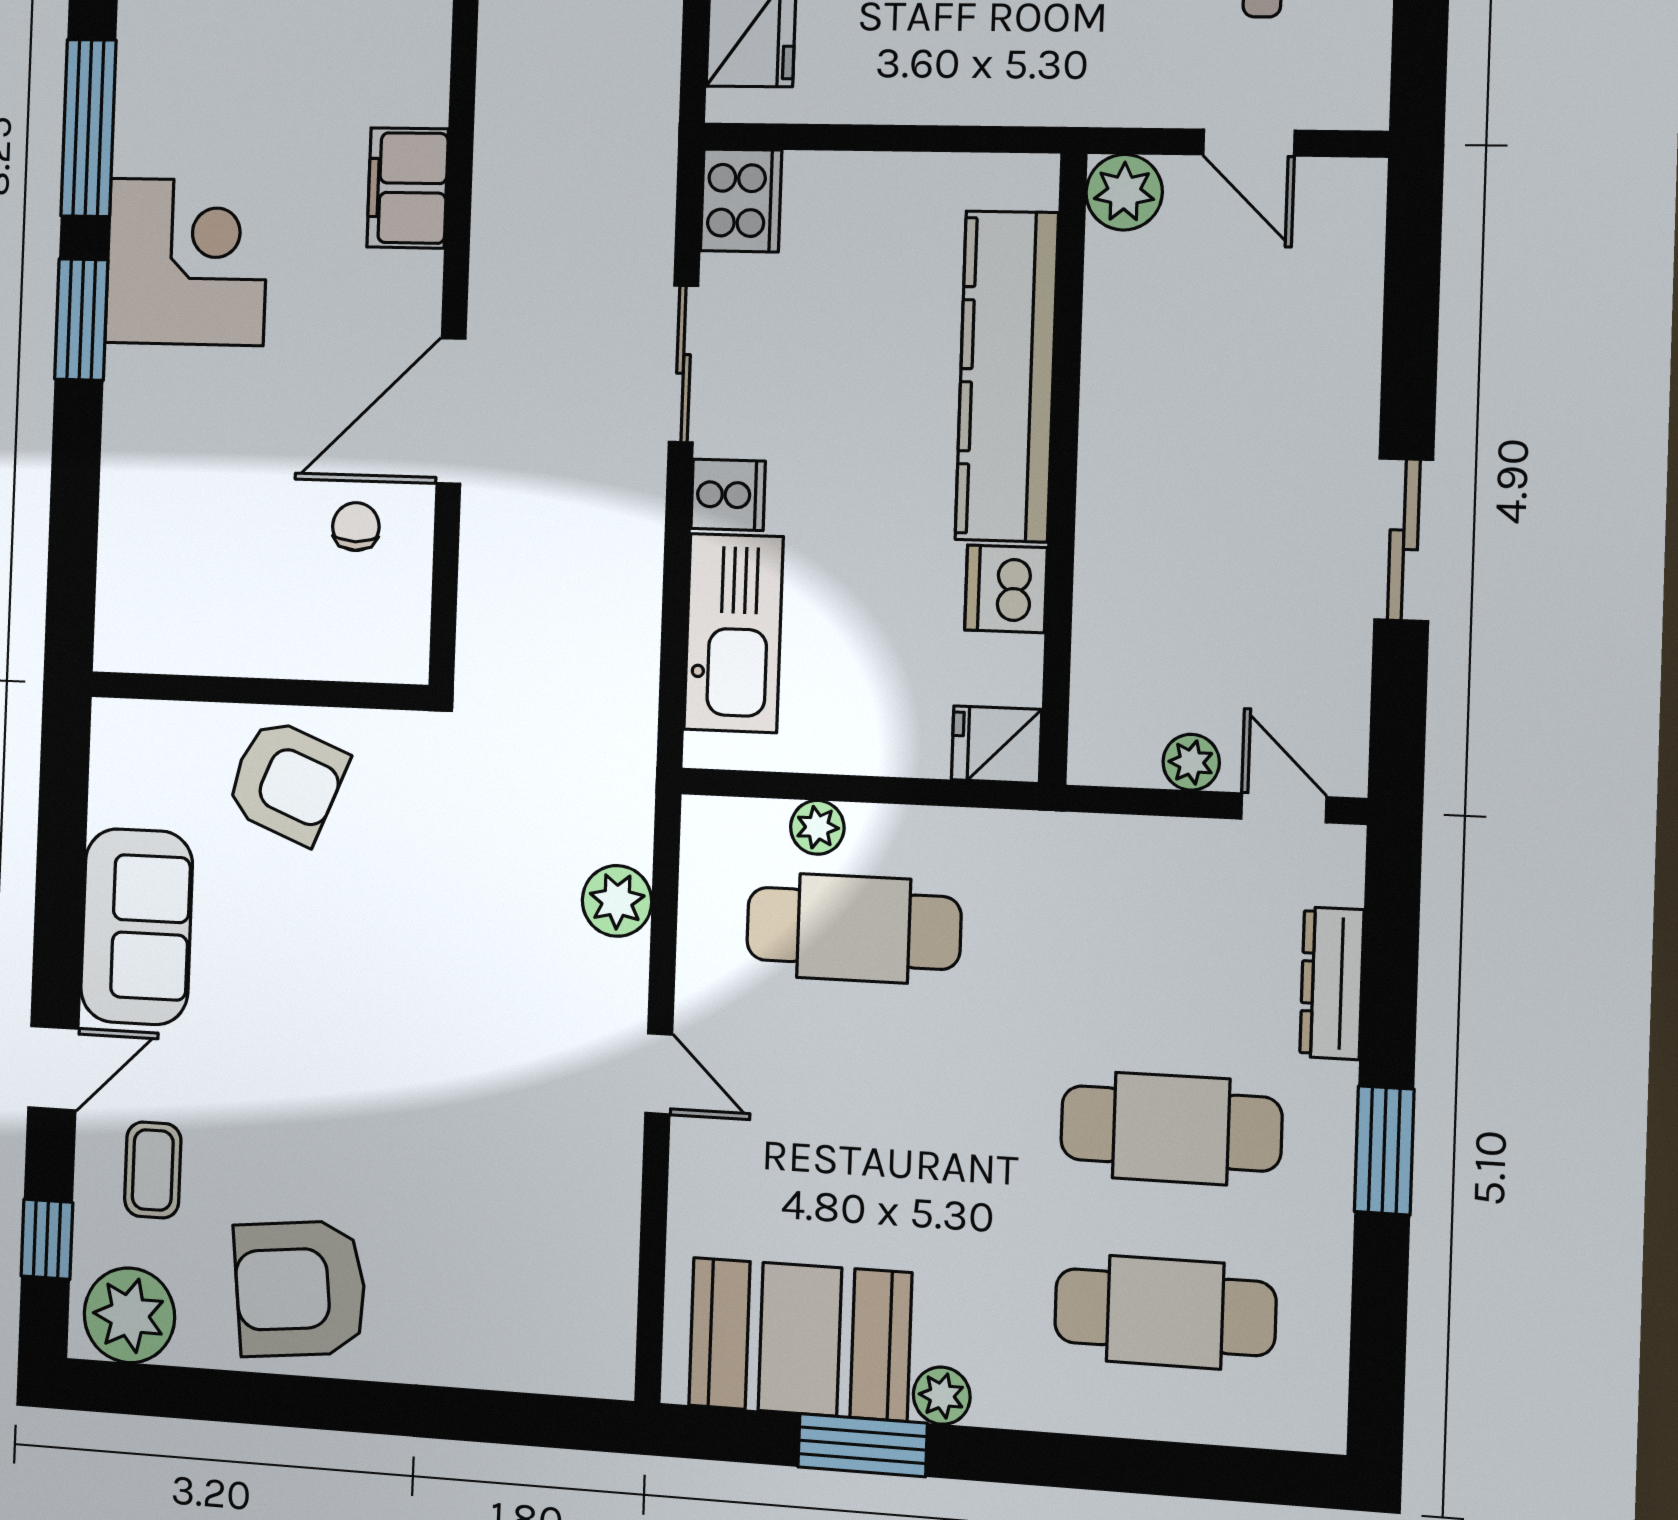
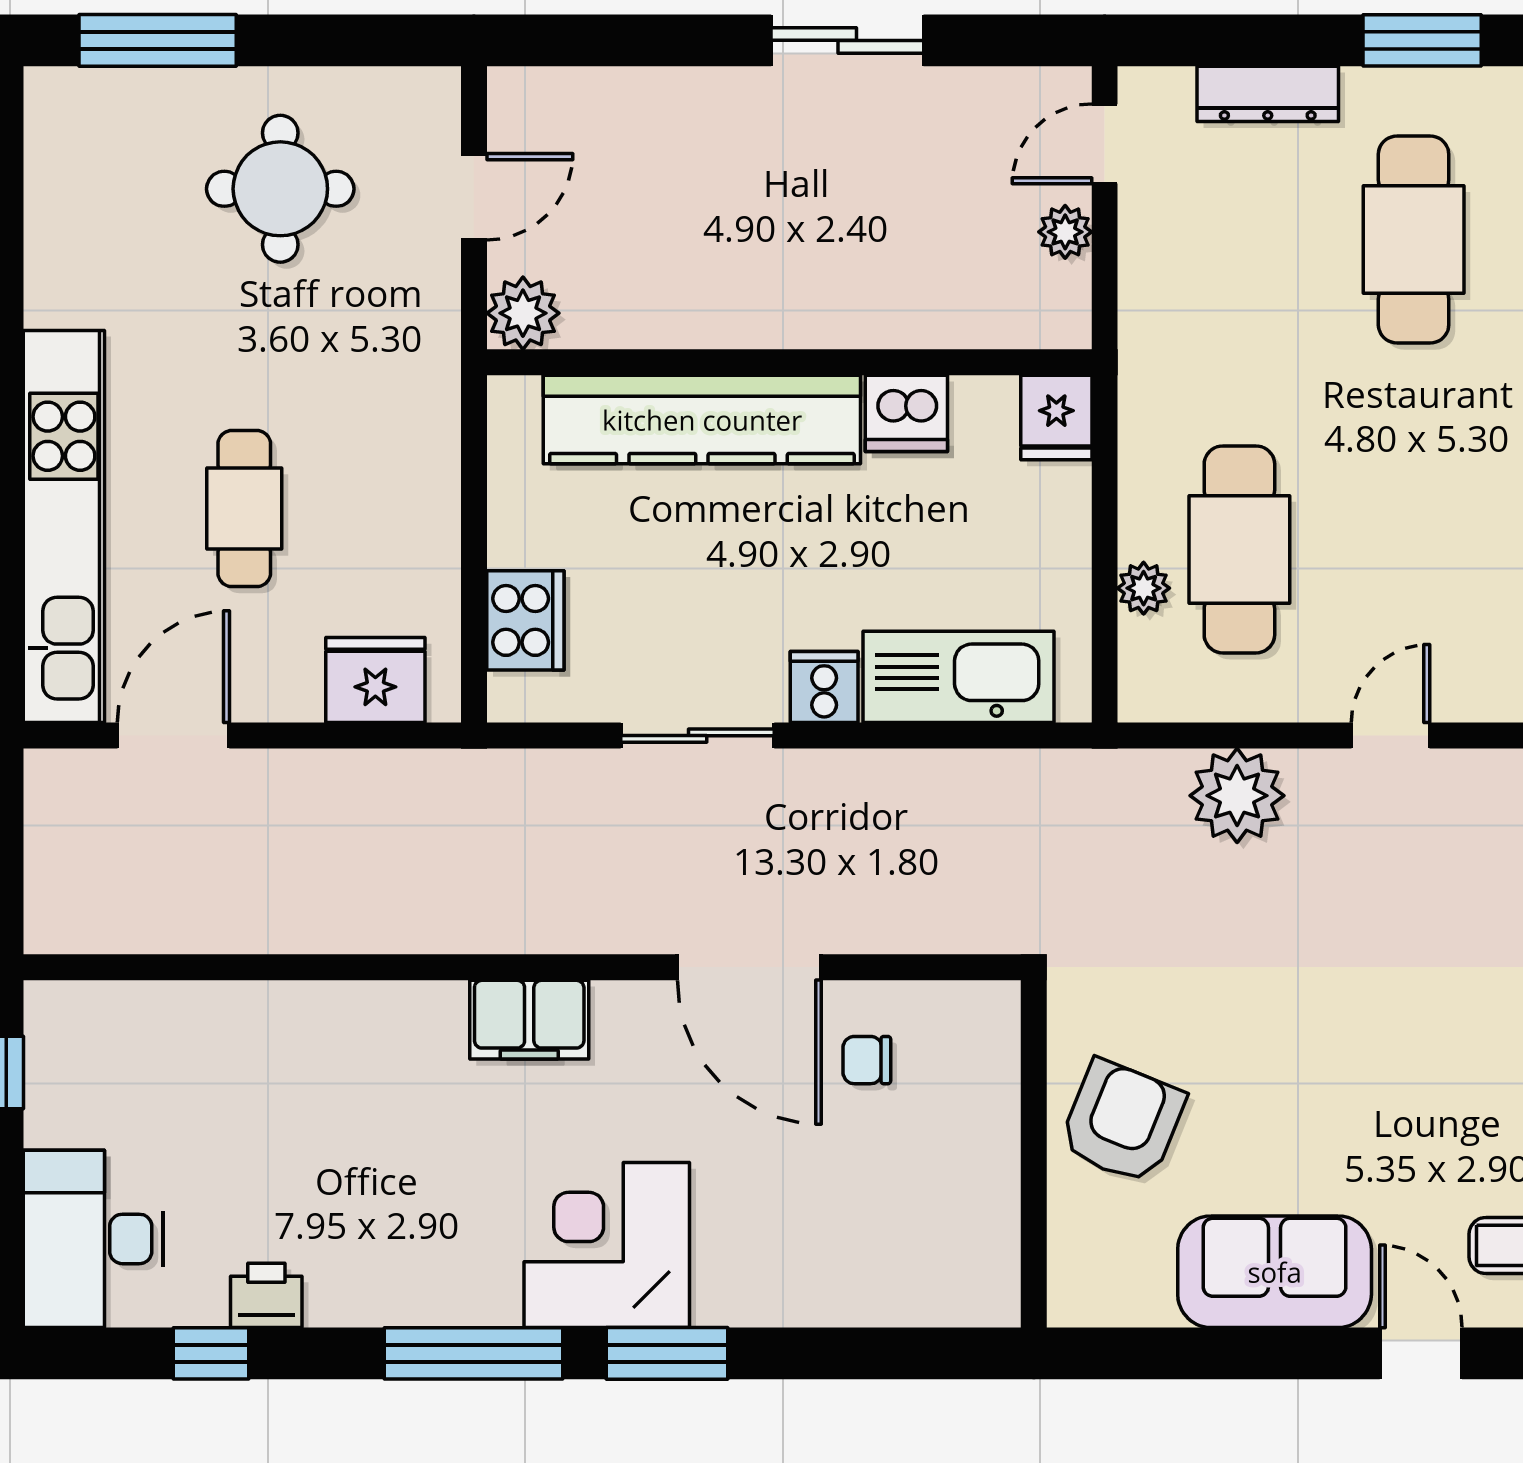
cooker: (741, 200) -> (525, 620), moved, turned 90
plant: (617, 901) -> (1237, 796), width x1.36, depth x1.36

